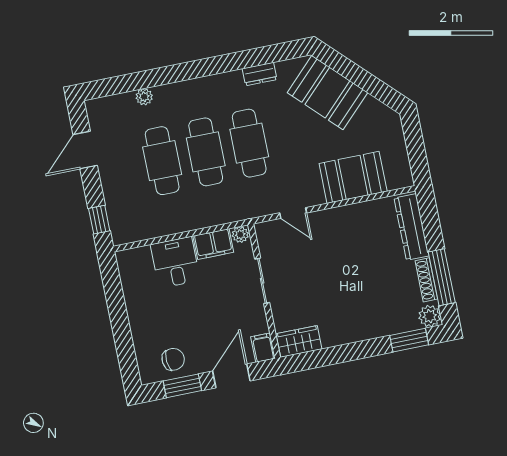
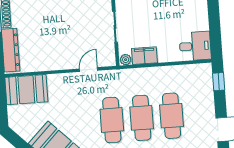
booth: (353, 177) -> (26, 90), moved
door: (293, 213) -> (88, 70), hinge flipped
desk: (175, 262) -> (195, 46), moved, turned -90

